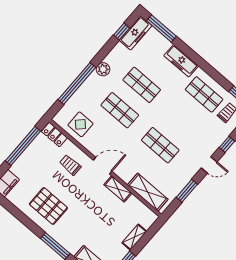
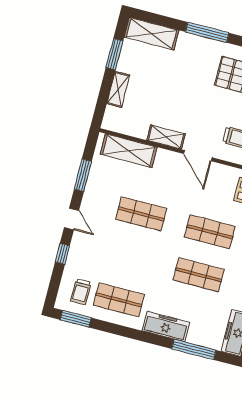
window: (161, 29) -> (194, 350), moved
door: (209, 165) -> (71, 219), swing flipped
door: (103, 166) -> (198, 156), hinge flipped

